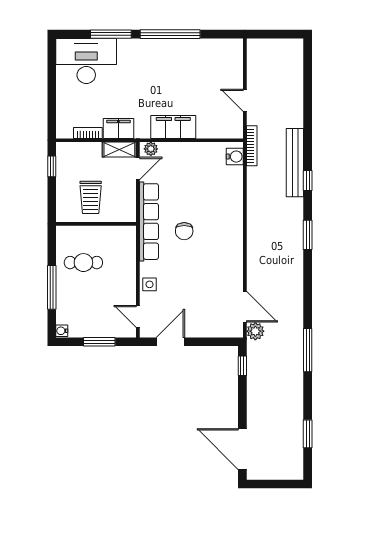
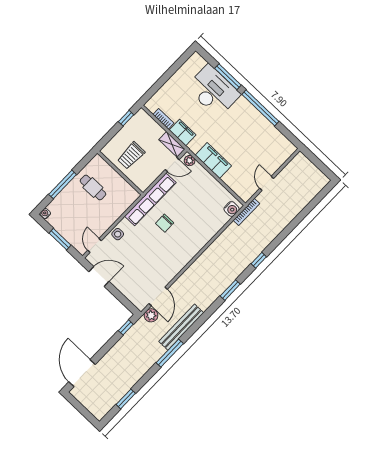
desk: (86, 61) -> (213, 91), moved
bench: (295, 163) -> (181, 327), moved

